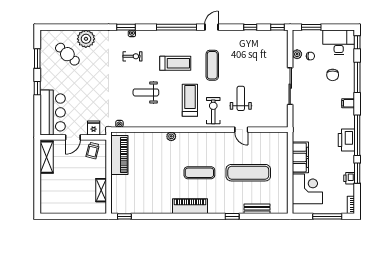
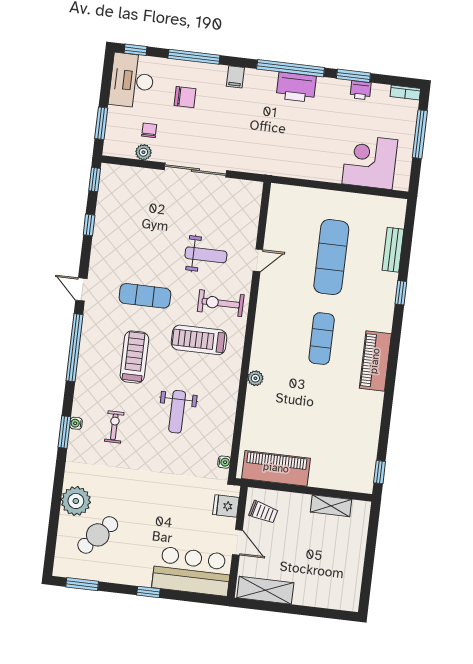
window: (37, 58) -> (82, 584), moved
weight bench: (241, 98) -> (206, 255), turned 180
filing cabinet: (300, 157) -> (316, 167), removed

